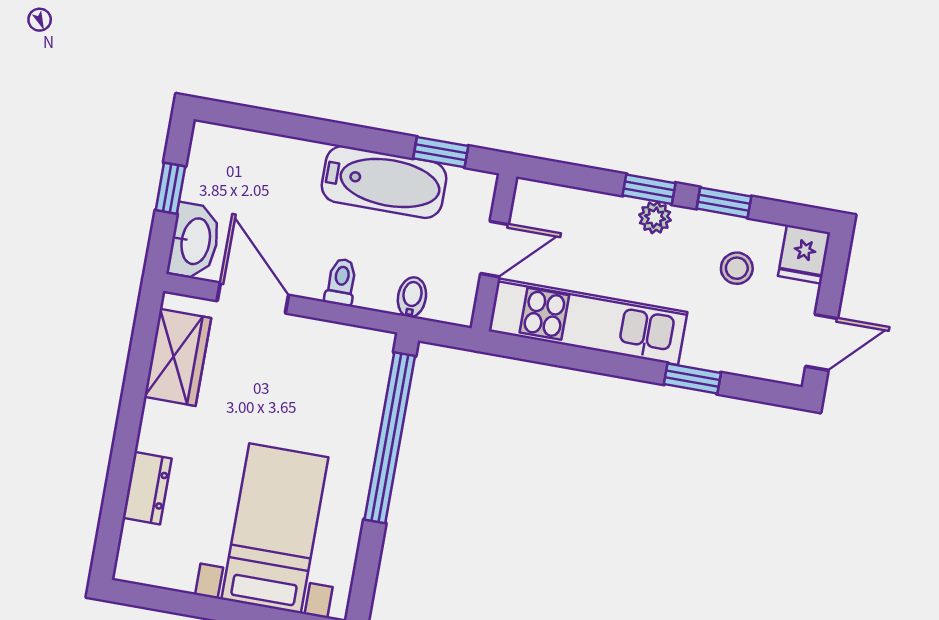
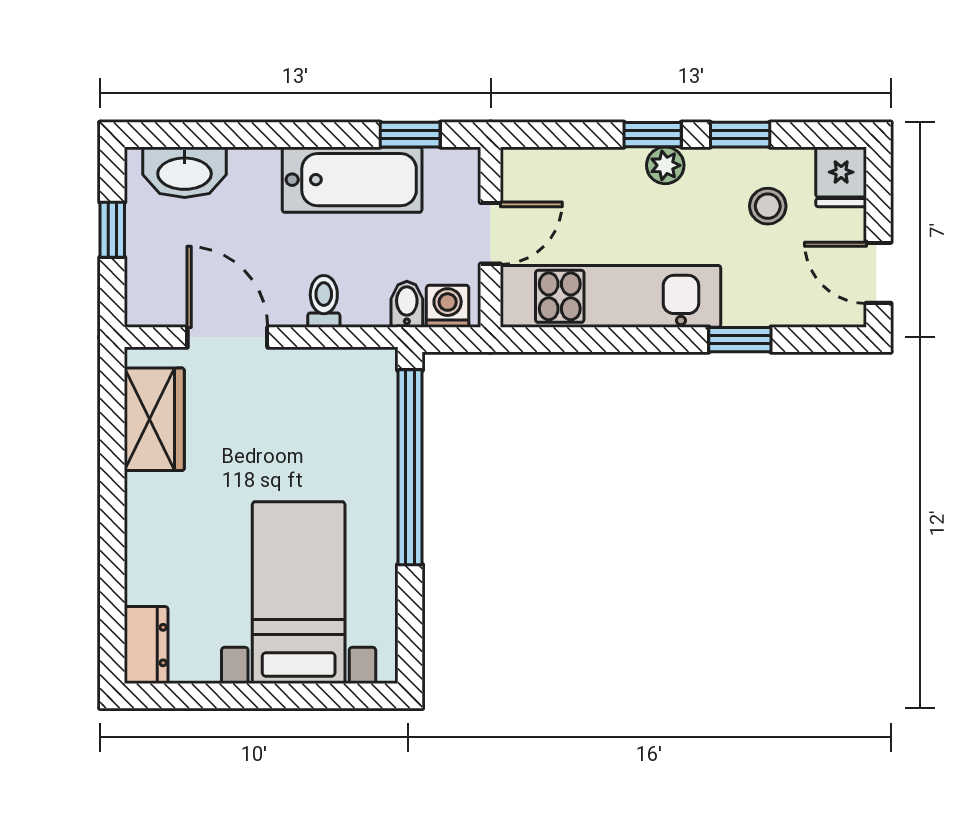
washbasin: (194, 241) -> (185, 172), moved, turned 90
washing machine: (447, 305) -> (448, 306), added
door: (822, 342) -> (879, 273), swing flipped
dresser: (147, 488) -> (146, 645), moved

